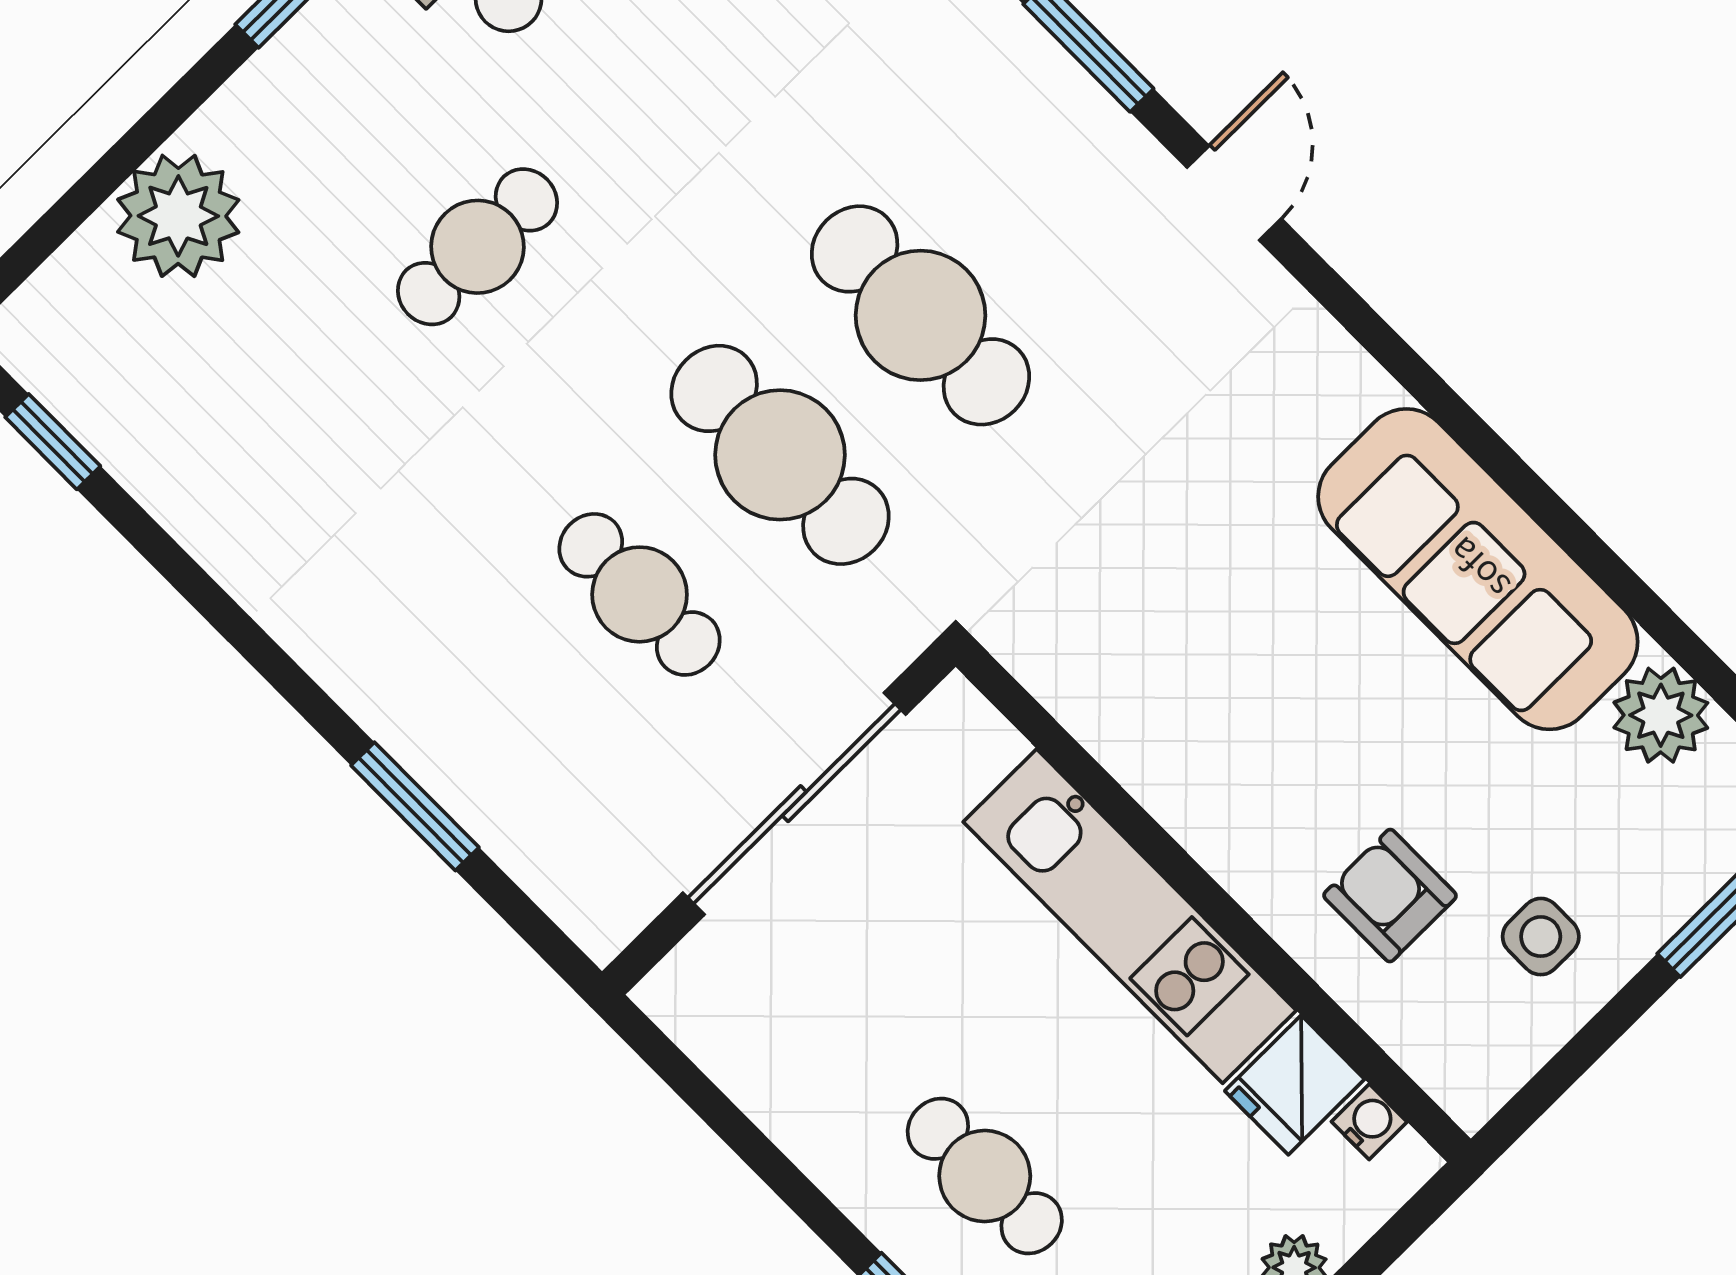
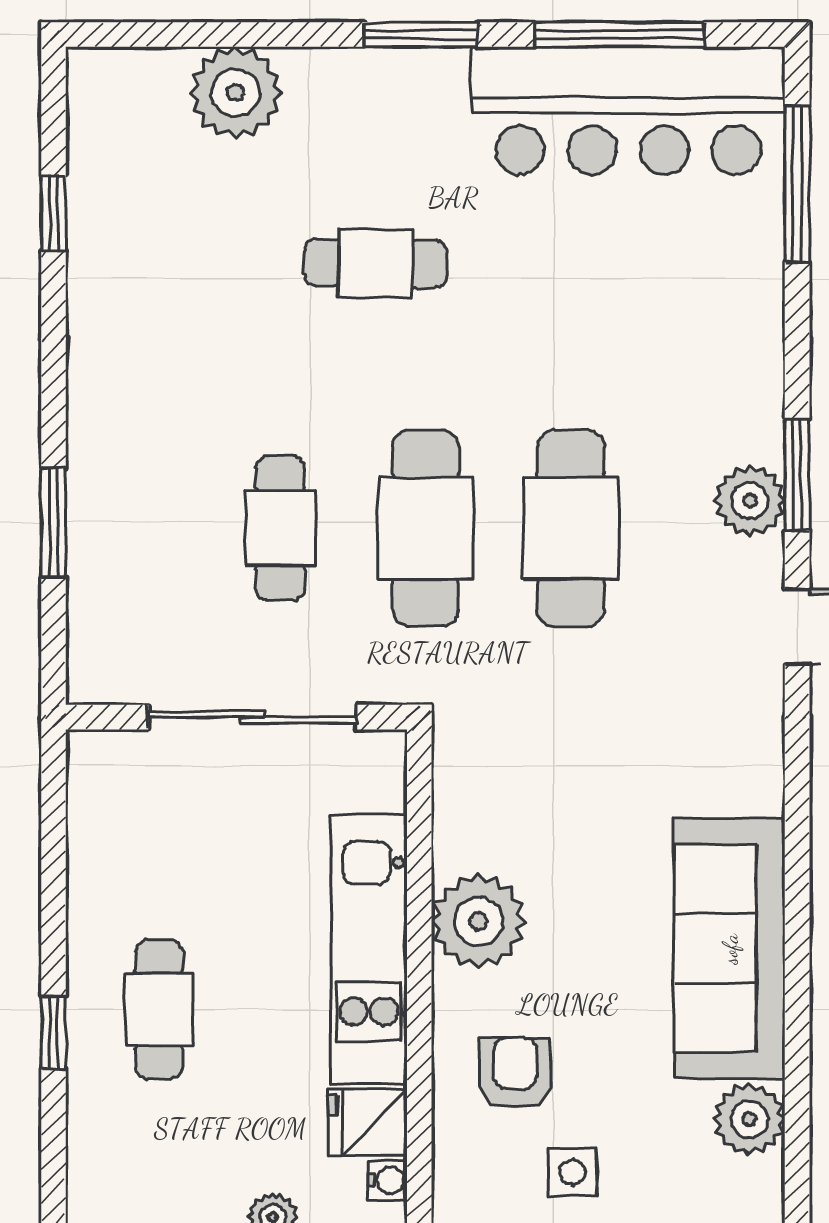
plant: (1067, 117) -> (750, 501), added
window: (53, 442) -> (54, 213), moved
plant: (1209, 784) -> (478, 921), added

